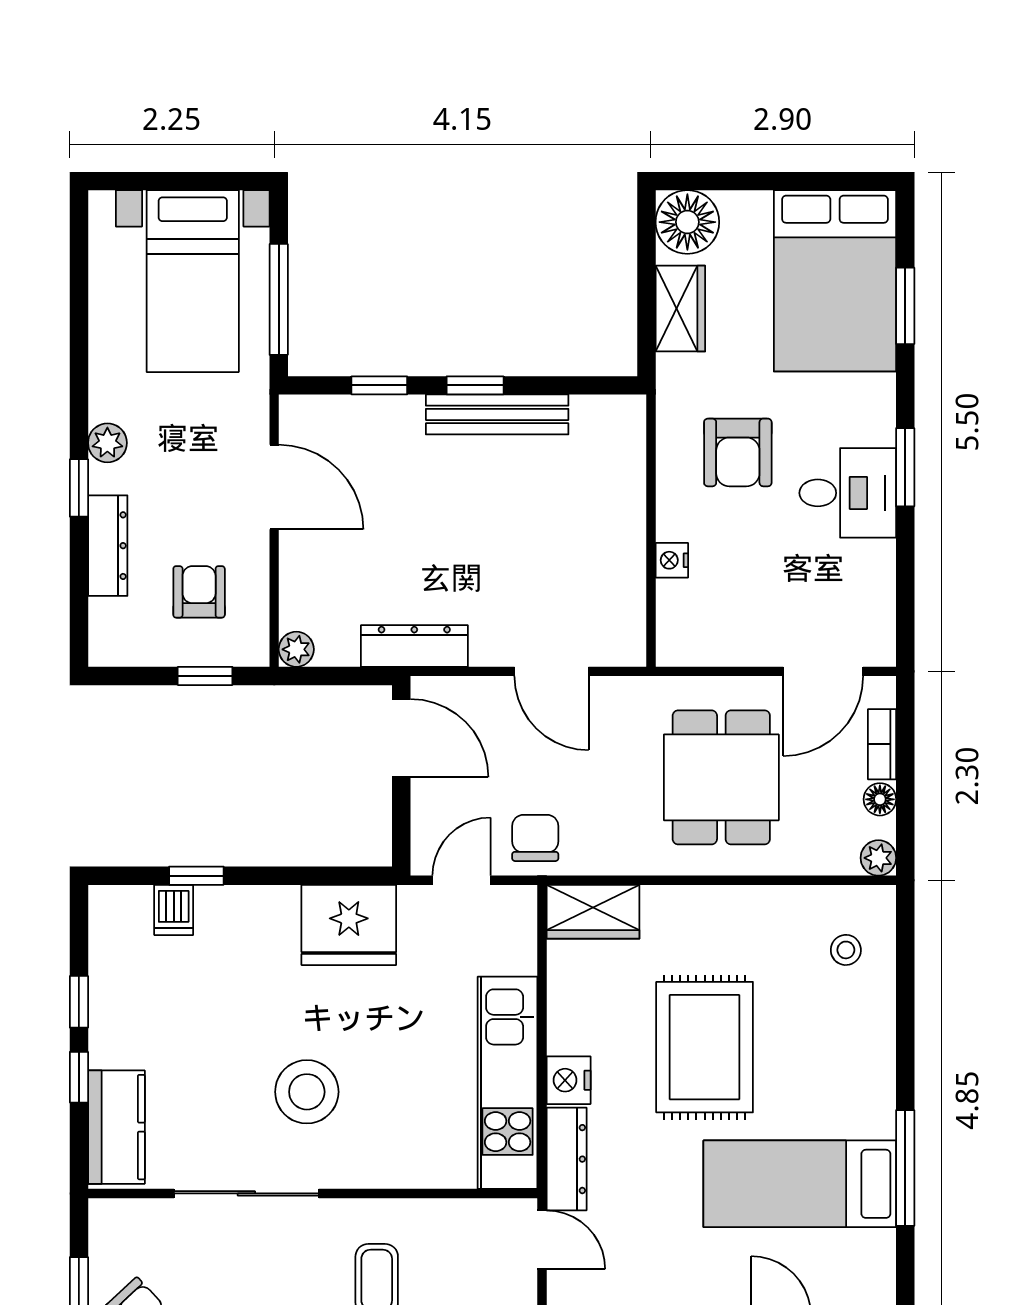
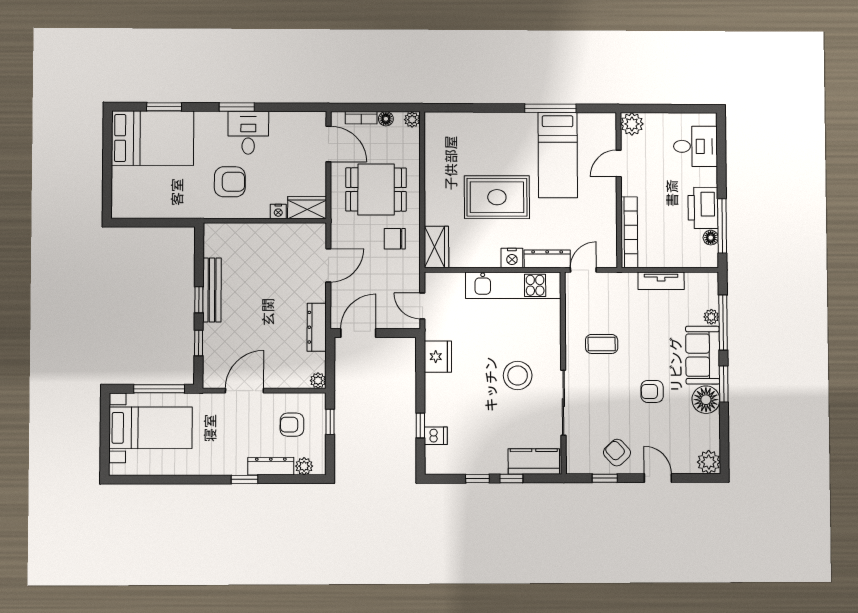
floor lamp: (687, 222) -> (125, 204), removed
wardrobe: (680, 309) -> (307, 208), moved
plant: (107, 443) -> (304, 466), moved
chair: (535, 838) -> (395, 239), moved
fridge: (349, 925) -> (438, 357), width x0.73, depth x0.75
stool: (846, 950) -> (453, 134), removed

